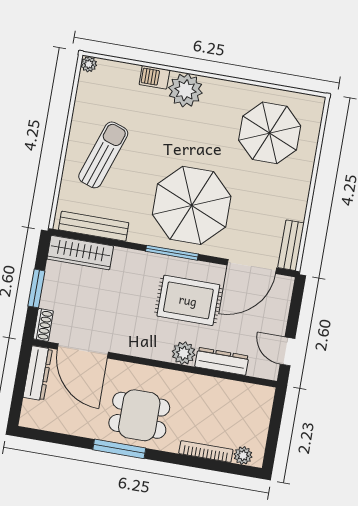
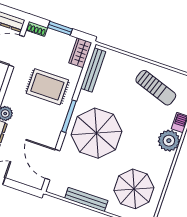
sun lounger: (103, 155) -> (156, 88), moved
bench: (291, 245) -> (86, 199), moved, width x1.36
wardrobe: (80, 253) -> (80, 53), width x0.67
rug: (188, 300) -> (47, 87), moved, turned 90

